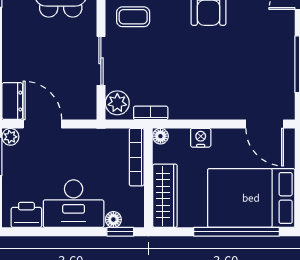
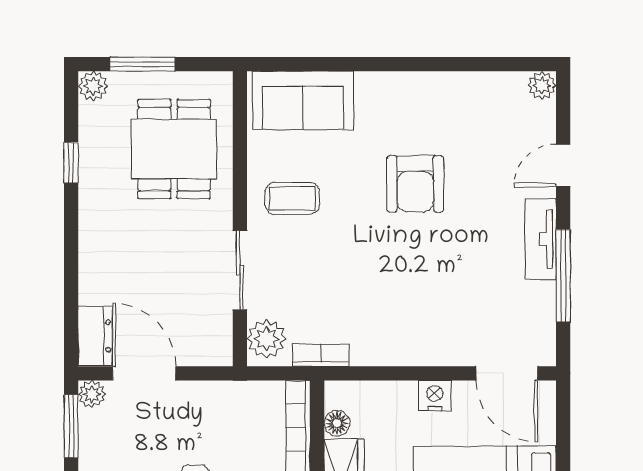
tv unit: (285, 42) -> (541, 239), added
floor lamp: (160, 136) -> (337, 423), moved
nightstand: (201, 138) -> (435, 396), moved

